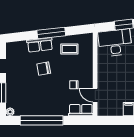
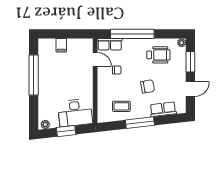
row of seats: (40, 45) -> (163, 109), moved
wheelchair: (33, 100) -> (158, 55), added
window: (42, 120) -> (132, 34), moved

